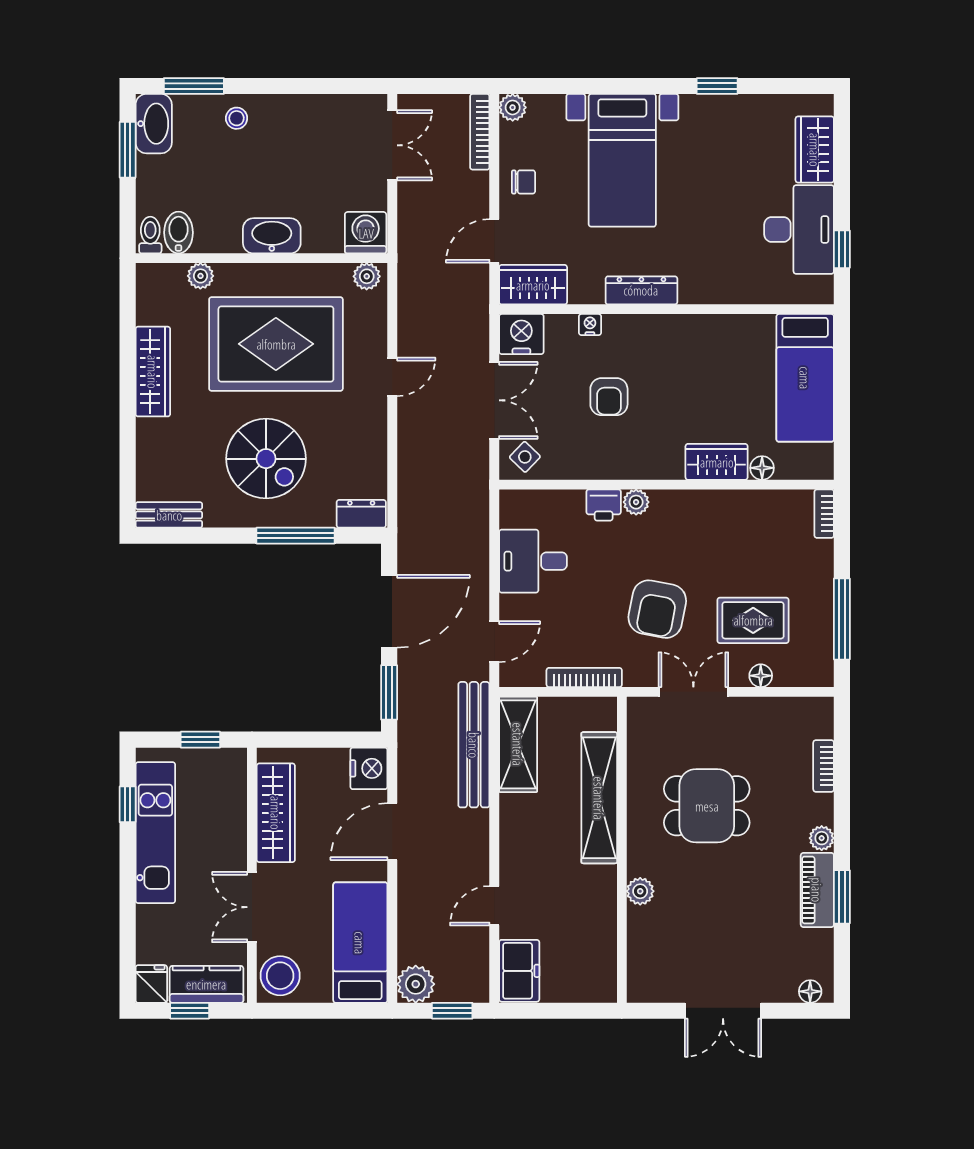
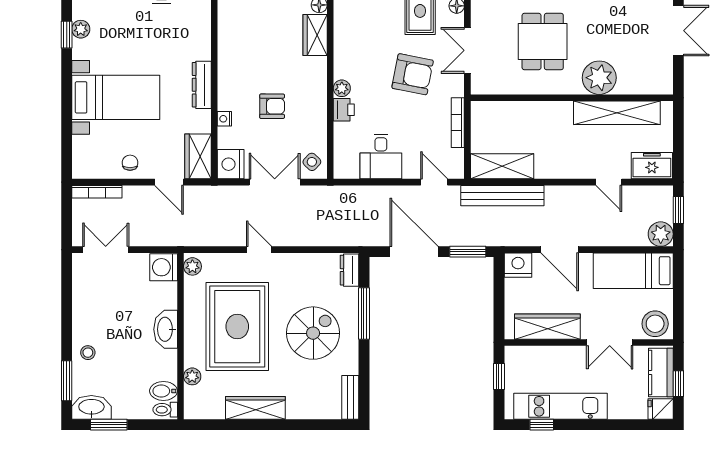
plant: (513, 107) -> (81, 29), moved
shelving: (599, 798) -> (617, 113), moved
plant: (640, 891) -> (599, 78), width x1.87, depth x1.87

